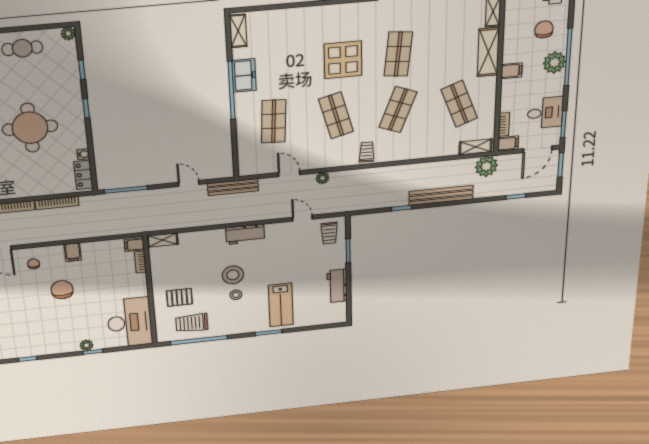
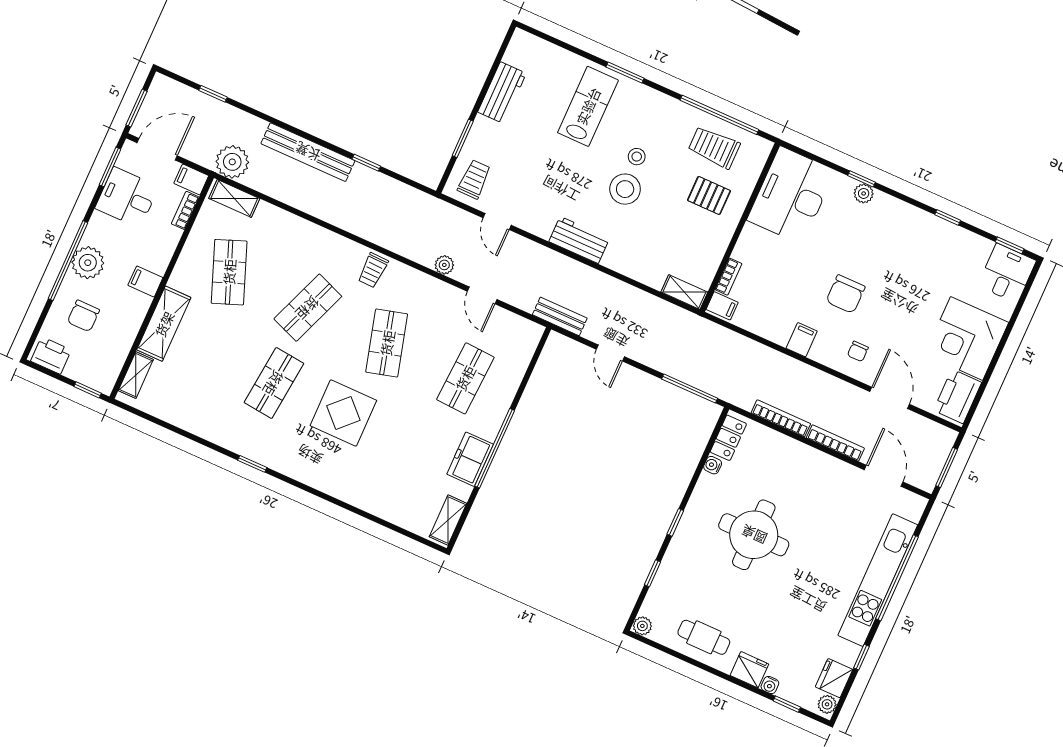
bench: (233, 187) -> (560, 316), width x0.73
trolley: (192, 323) -> (714, 147), turned 180

